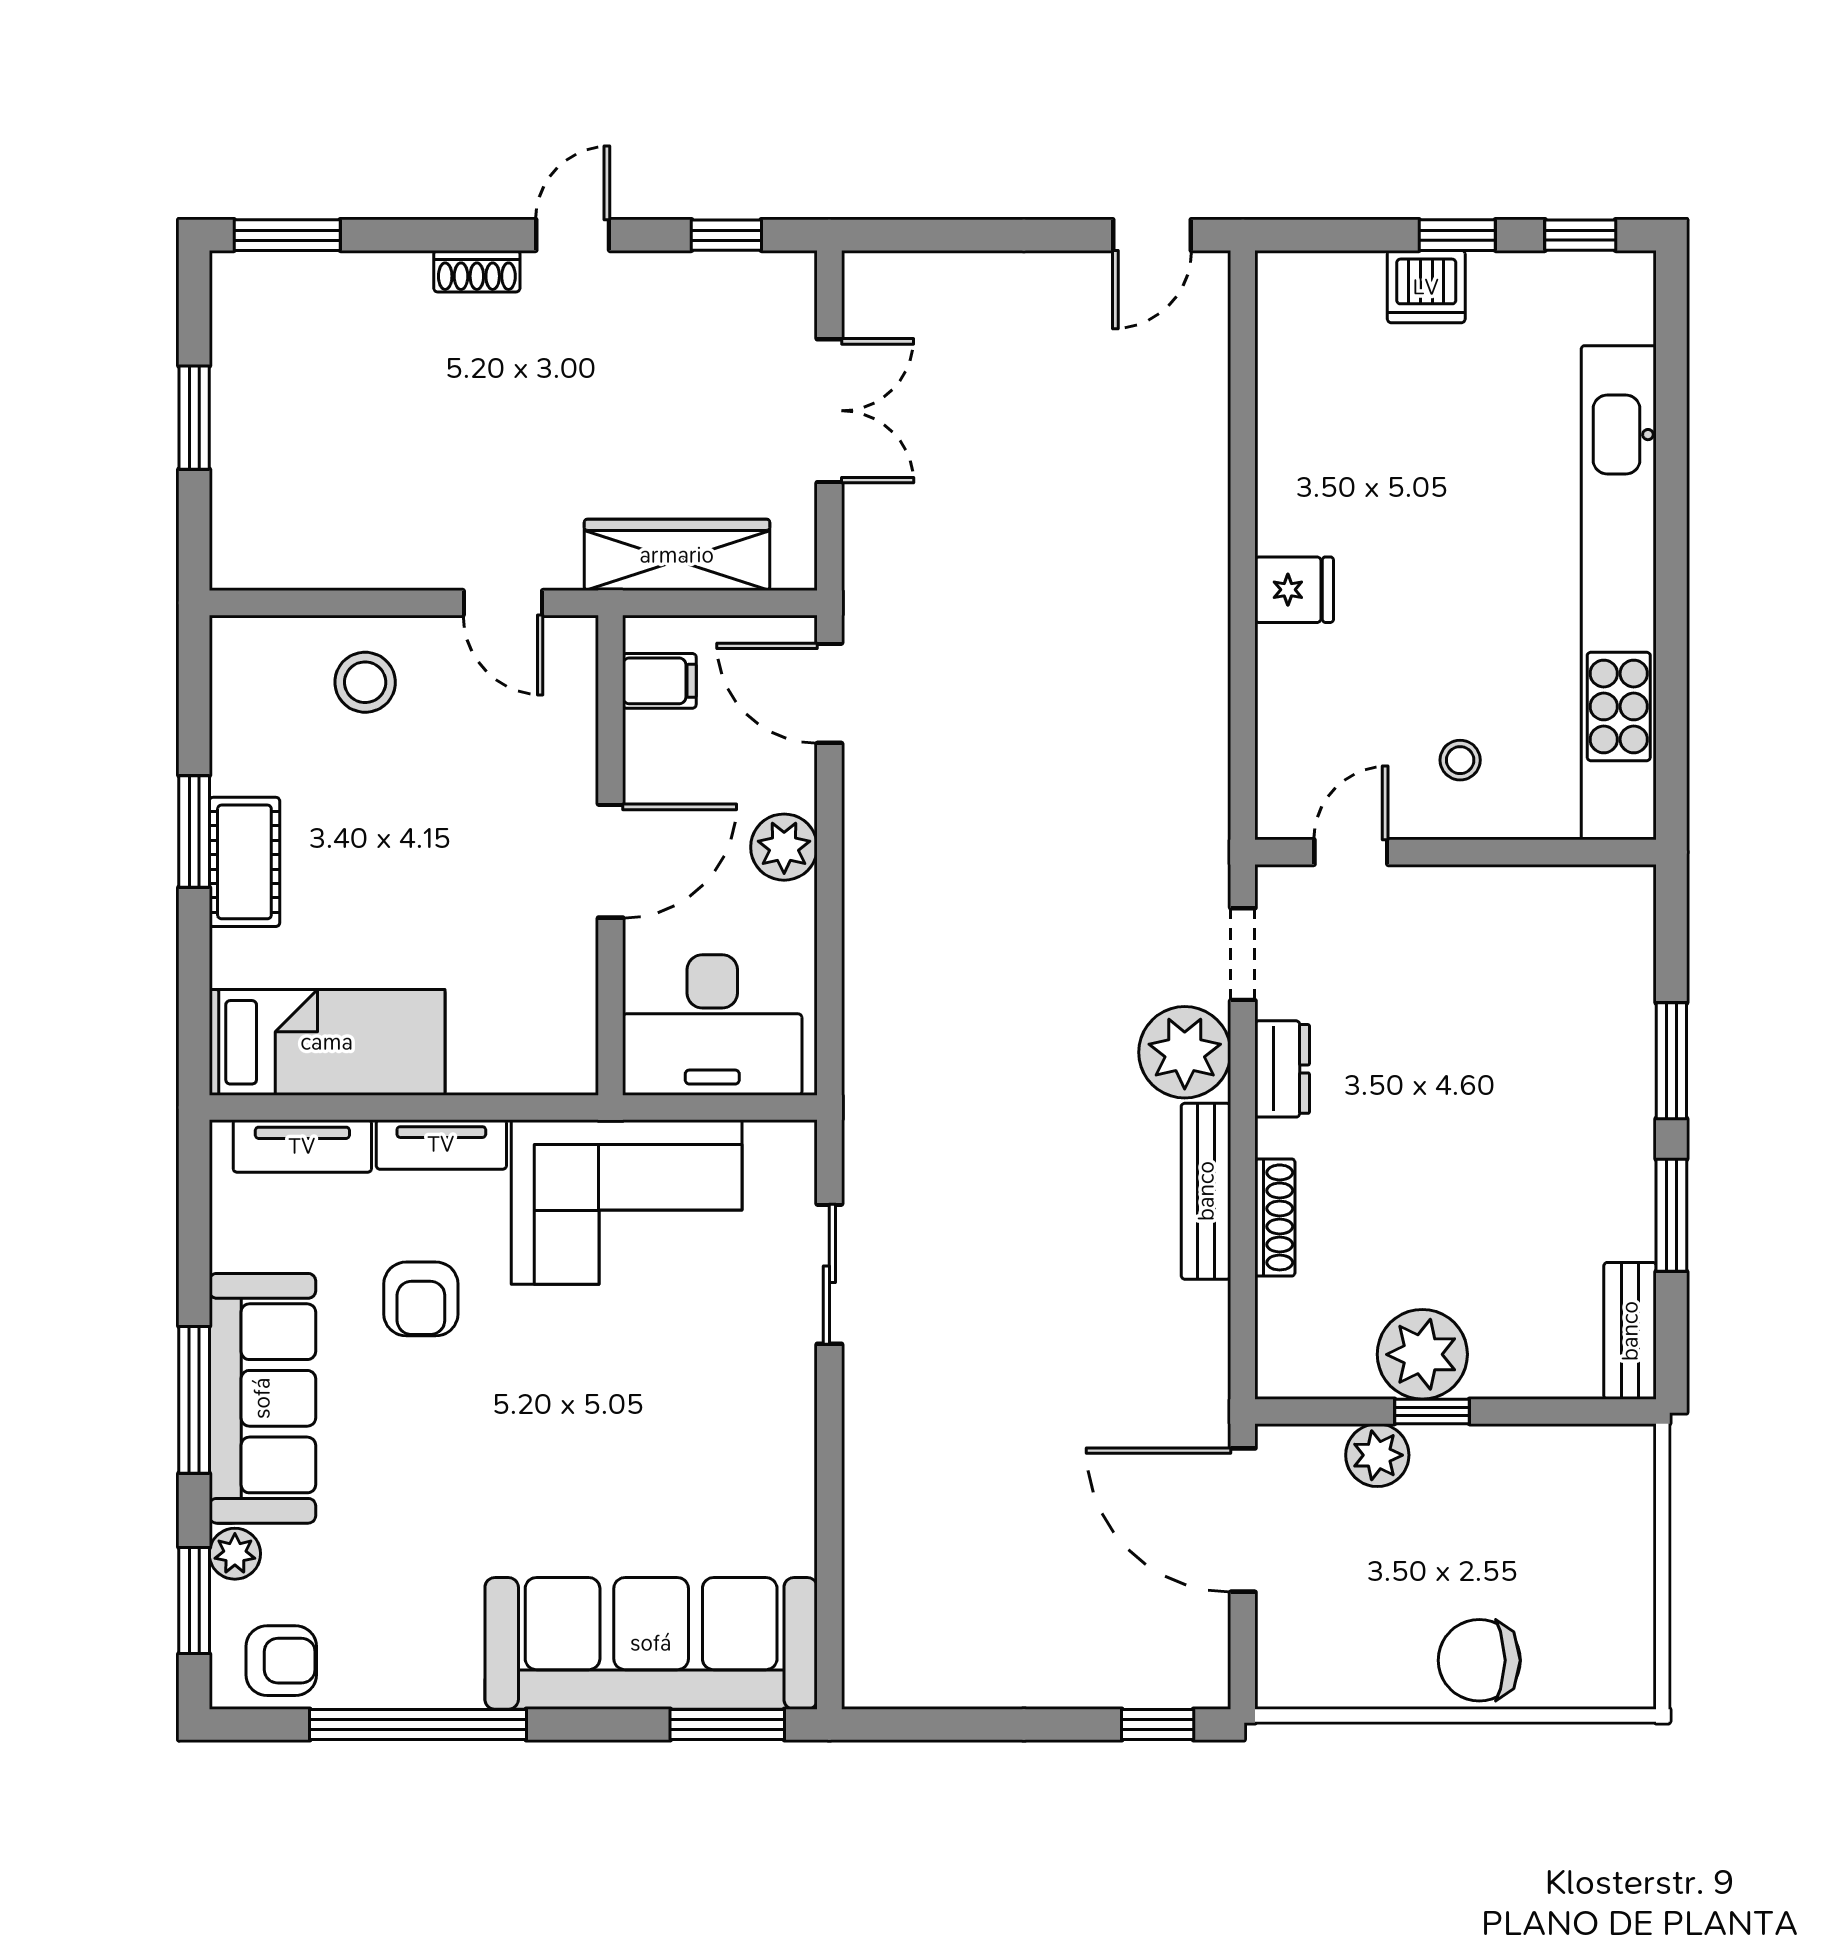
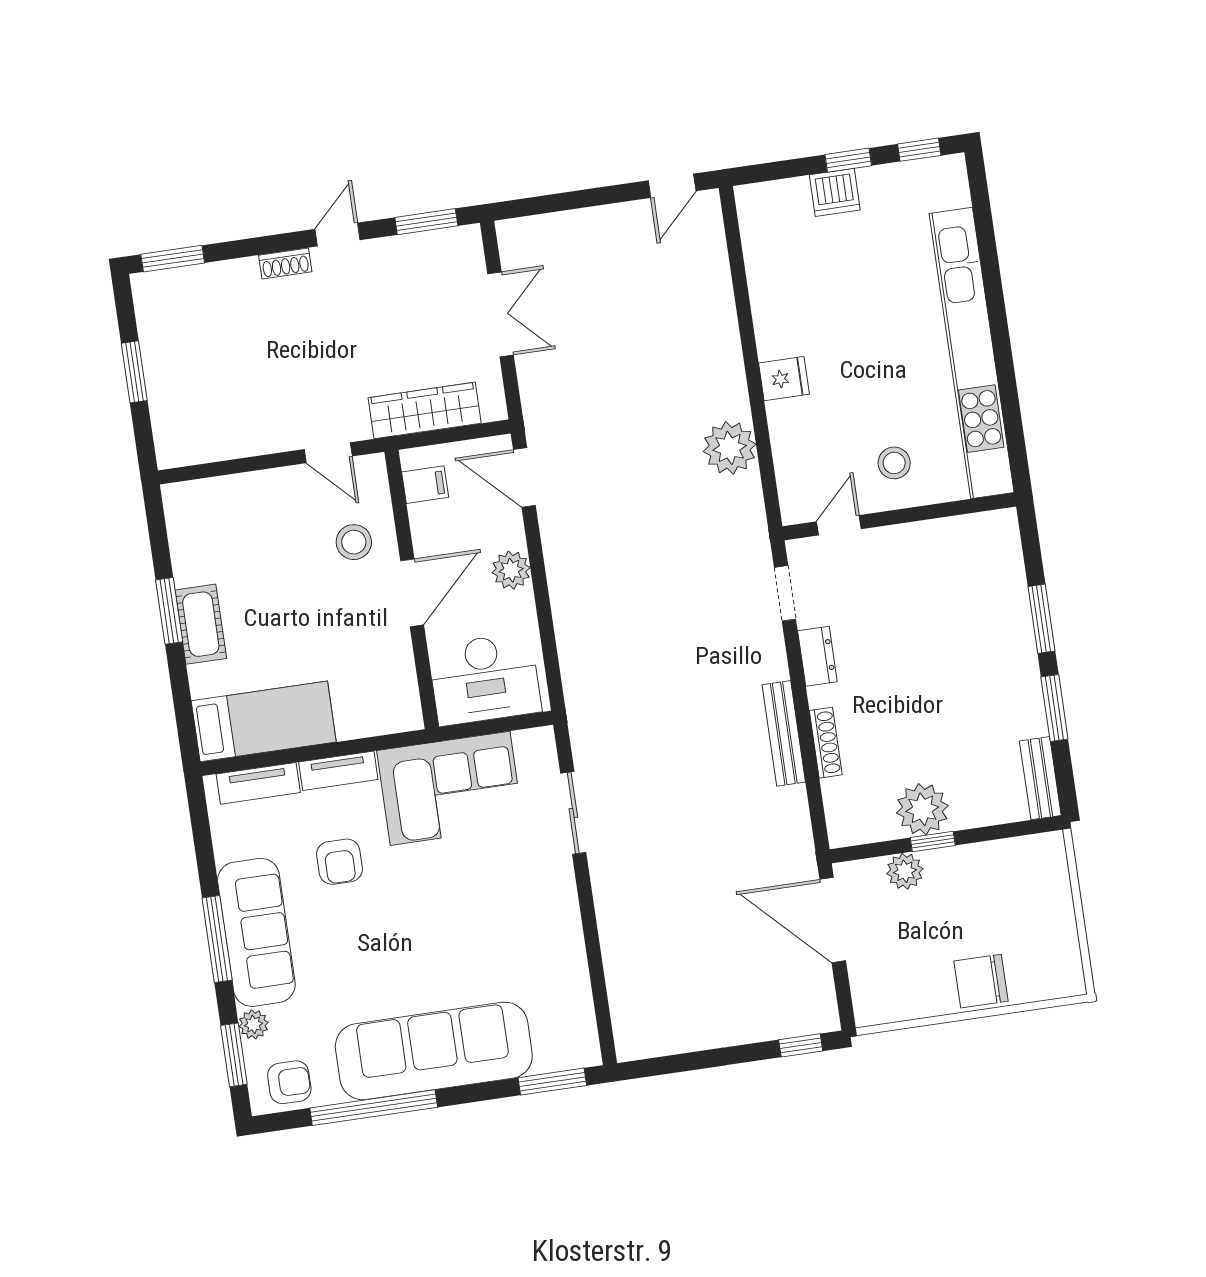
window: (726, 235) -> (426, 222), width x1.50
stool: (365, 682) -> (354, 542), moved
stool: (1460, 760) -> (894, 463), width x1.37, depth x1.37
plant: (1185, 1052) -> (730, 448), moved
sofa: (651, 1643) -> (434, 1051), moved

